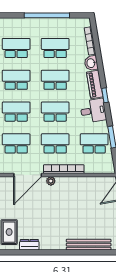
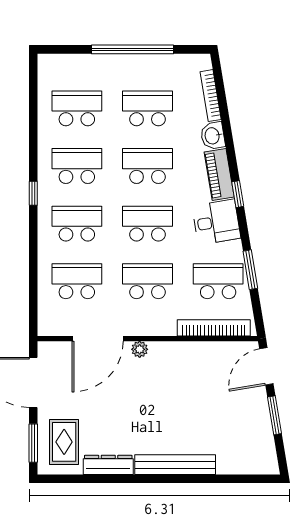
bookcase: (64, 169) -> (214, 328), moved
dresser: (29, 245) -> (108, 465), width x1.44
bench: (89, 245) -> (175, 465), moved

